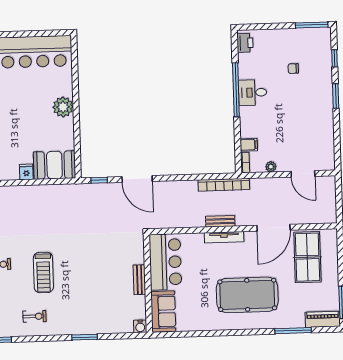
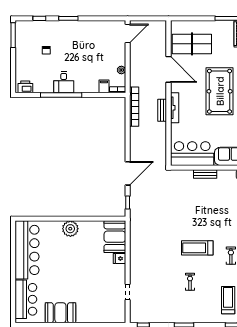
door: (303, 174) -> (128, 33), moved
treadmill: (43, 272) -> (197, 248), turned 180

